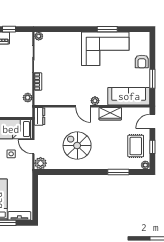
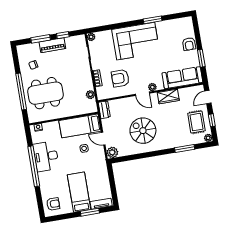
corner sofa: (105, 49) -> (136, 41), moved
armchair: (62, 86) -> (120, 78), added

